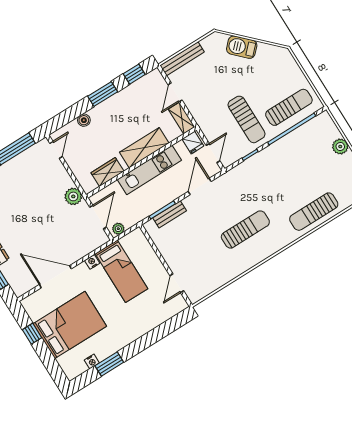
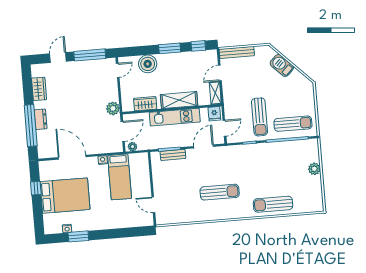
boiler: (84, 120) -> (148, 64), width x1.86, depth x1.86
door: (177, 283) -> (153, 205), hinge flipped

